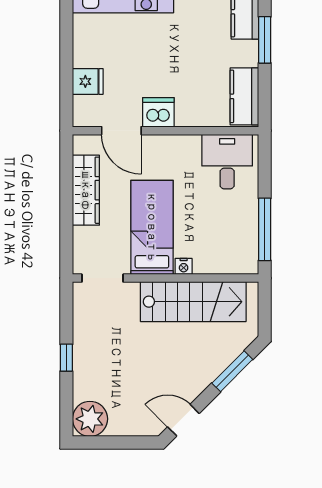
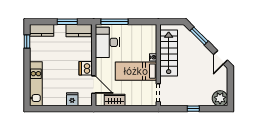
window: (265, 40) -> (67, 22), moved
door: (121, 131) -> (94, 85), hinge flipped
desk: (227, 162) -> (107, 42), width x1.37
wardrobe: (86, 190) -> (115, 100), width x0.67
window: (265, 229) -> (114, 22), moved

